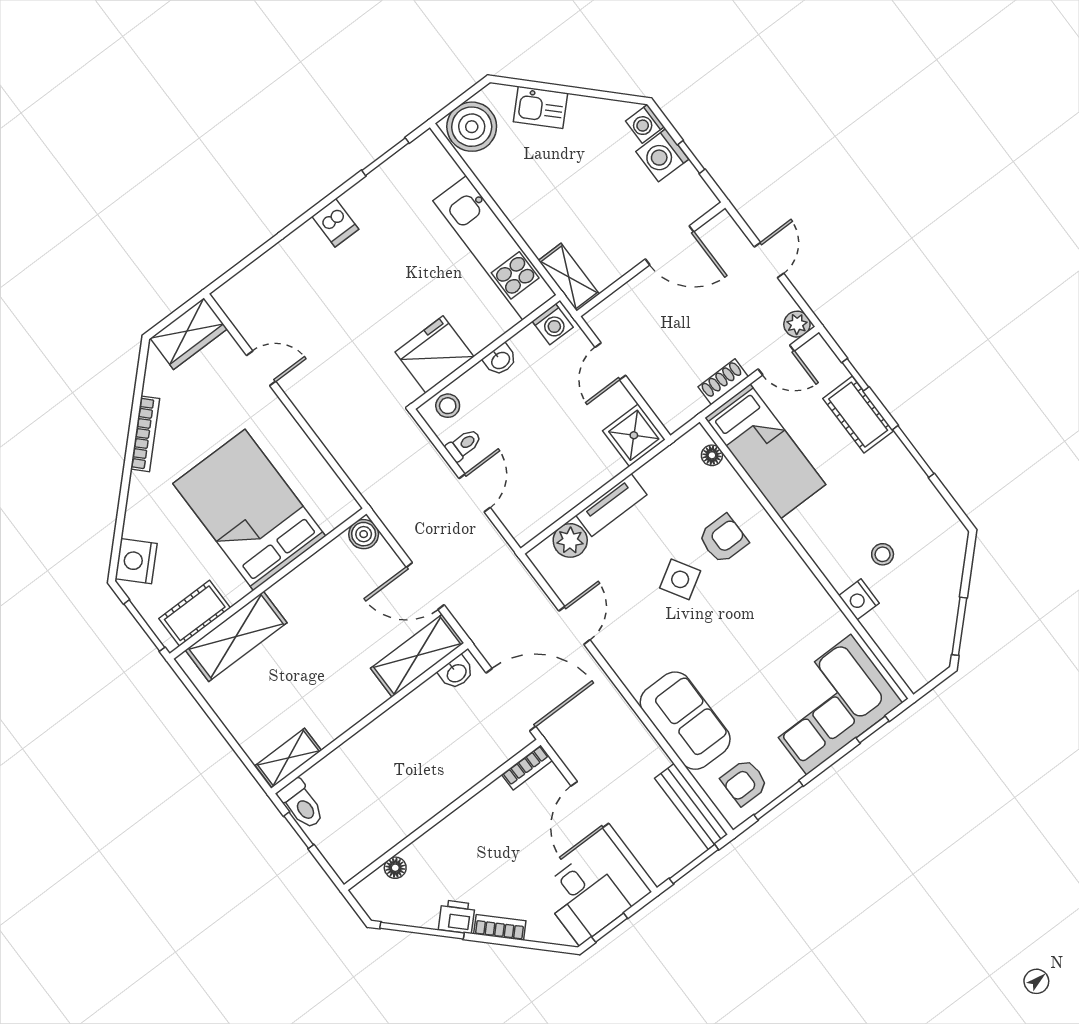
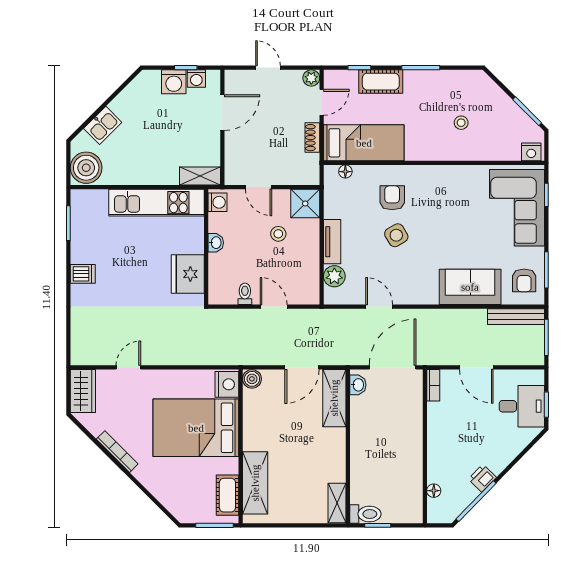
washing machine: (645, 124) -> (196, 79), moved
stool: (448, 406) -> (278, 234), moved
nightstand: (136, 561) -> (227, 384), moved, turned -135
nightstand: (859, 599) -> (531, 152), moved
bookcase: (500, 927) -> (504, 460), removed

